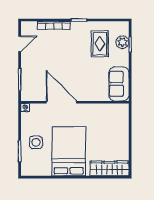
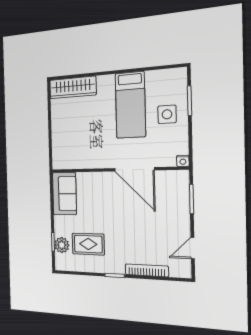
rug: (100, 44) -> (88, 244), turned 90
bed: (69, 151) -> (130, 105), width x0.67

